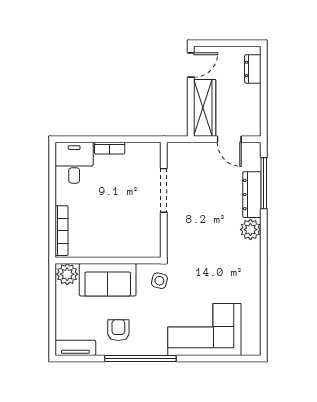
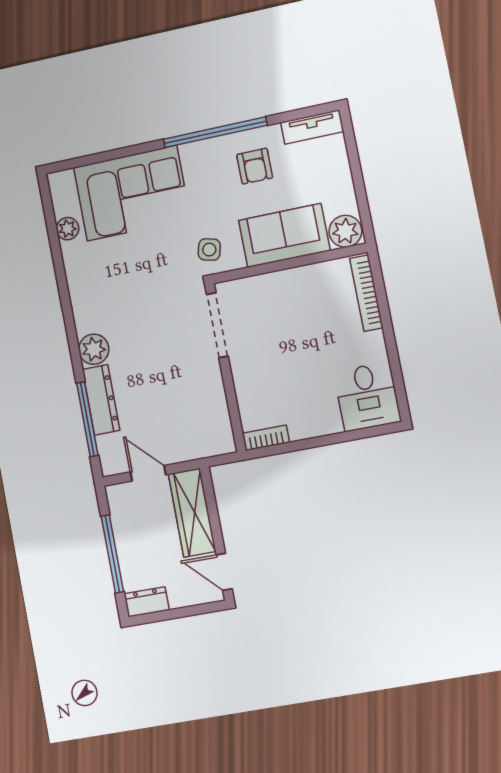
door: (191, 65) -> (224, 572), hinge flipped
dresser: (253, 69) -> (147, 602), moved, turned -90
window: (264, 90) -> (112, 554), added
bookcase: (110, 148) -> (266, 438), moved
doorway: (164, 190) -> (217, 325), moved
plant: (253, 315) -> (68, 229), added

